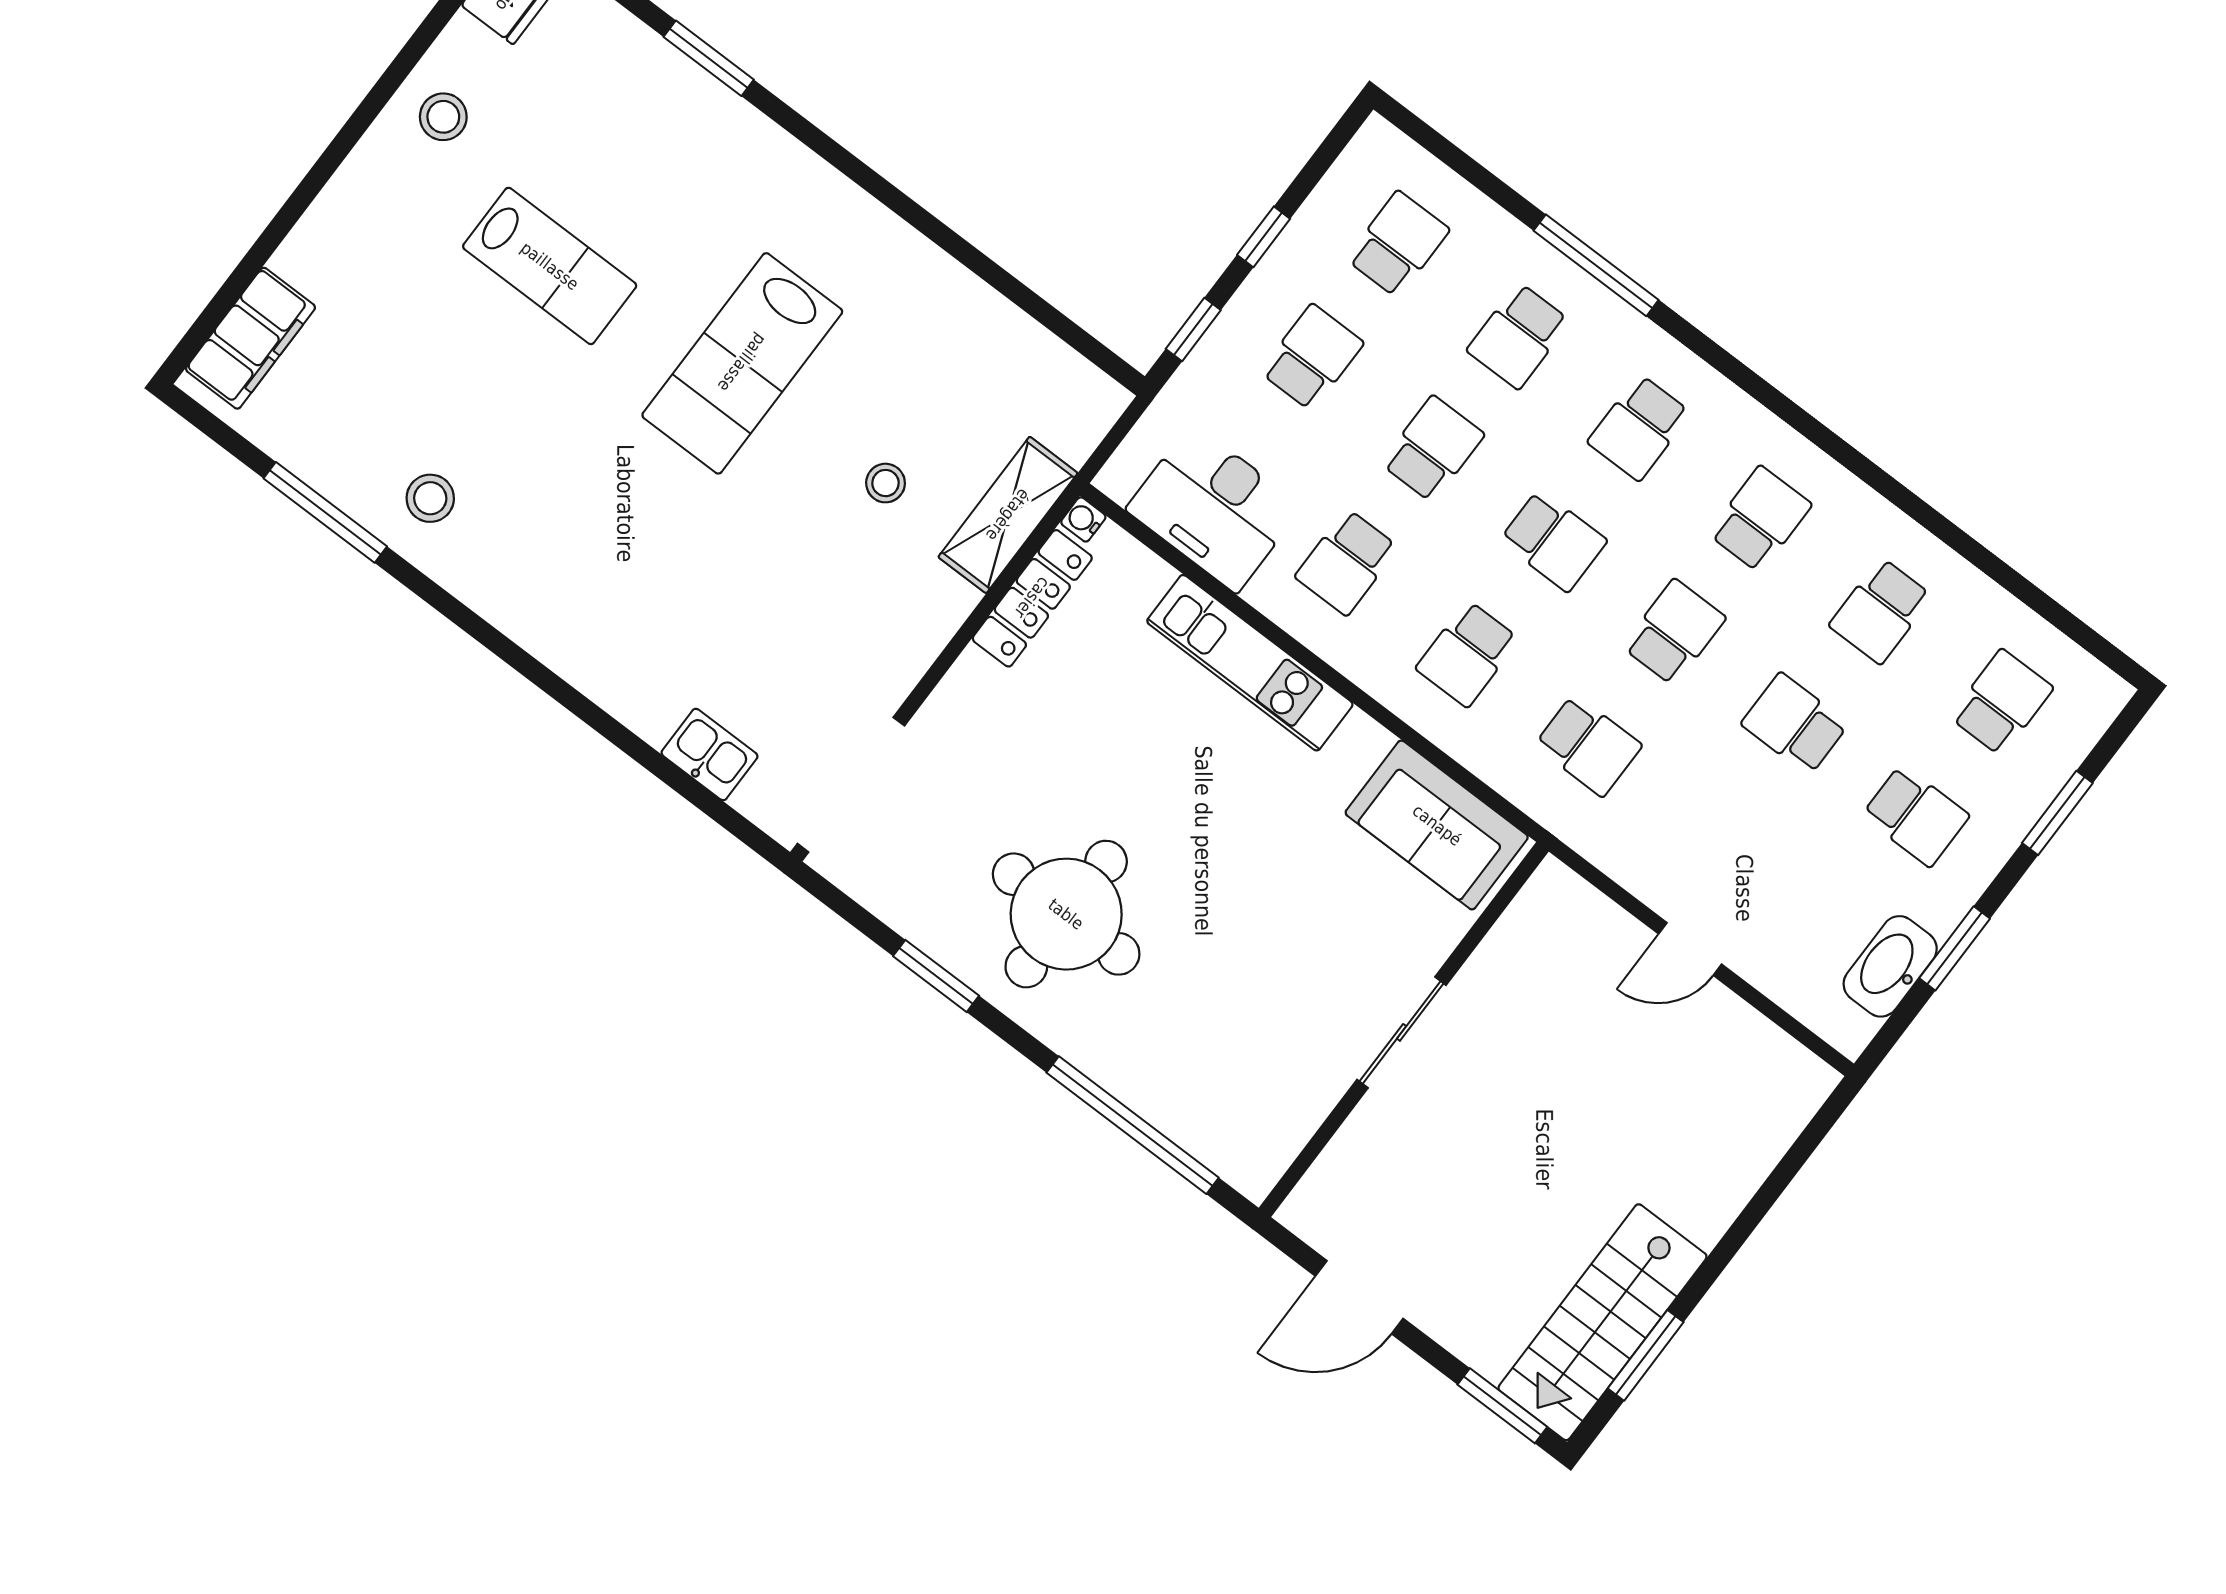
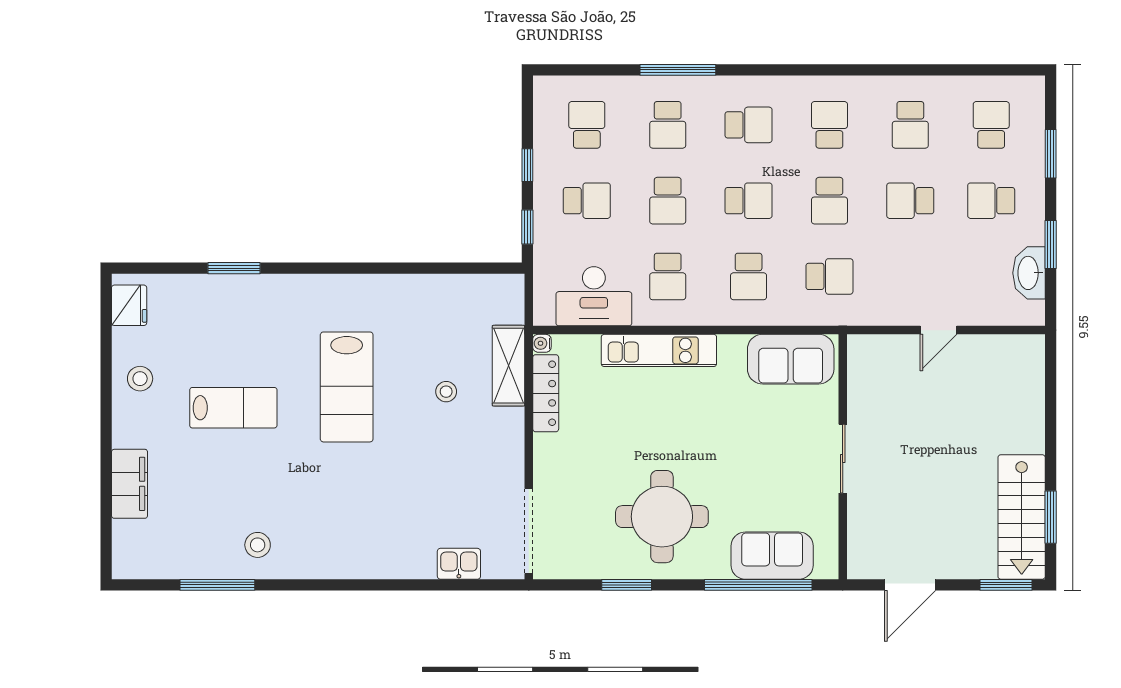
filing cabinet: (250, 338) -> (130, 484), moved
school desk: (1312, 357) -> (587, 201), turned 90
school desk: (1639, 427) -> (749, 125), turned -90
school desk: (1433, 449) -> (668, 201), turned 180
school desk: (1674, 632) -> (829, 201), turned 180
school desk: (1916, 816) -> (991, 201), turned 180
sofa: (1186, 1097) -> (772, 556), added

